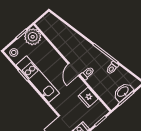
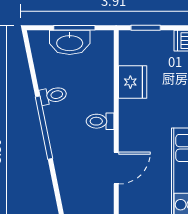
door: (74, 69) -> (116, 168), moved

